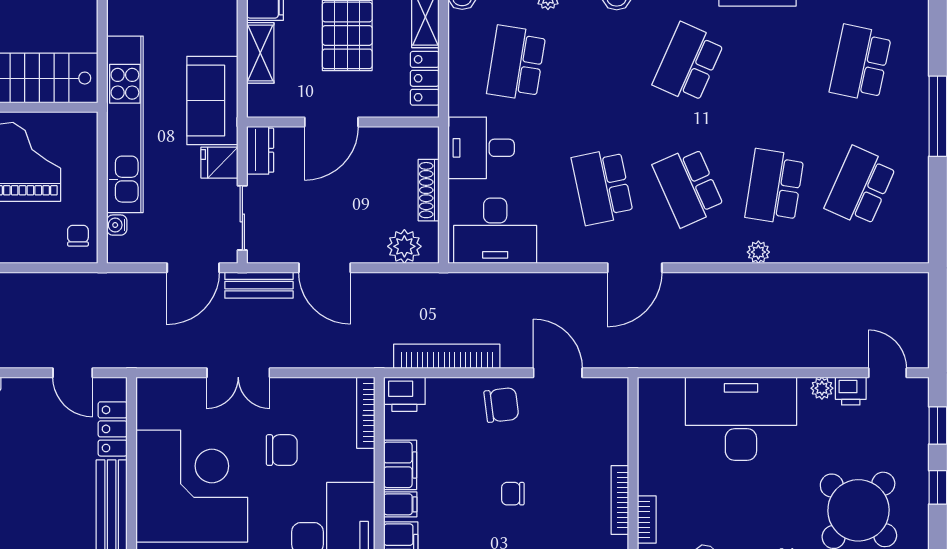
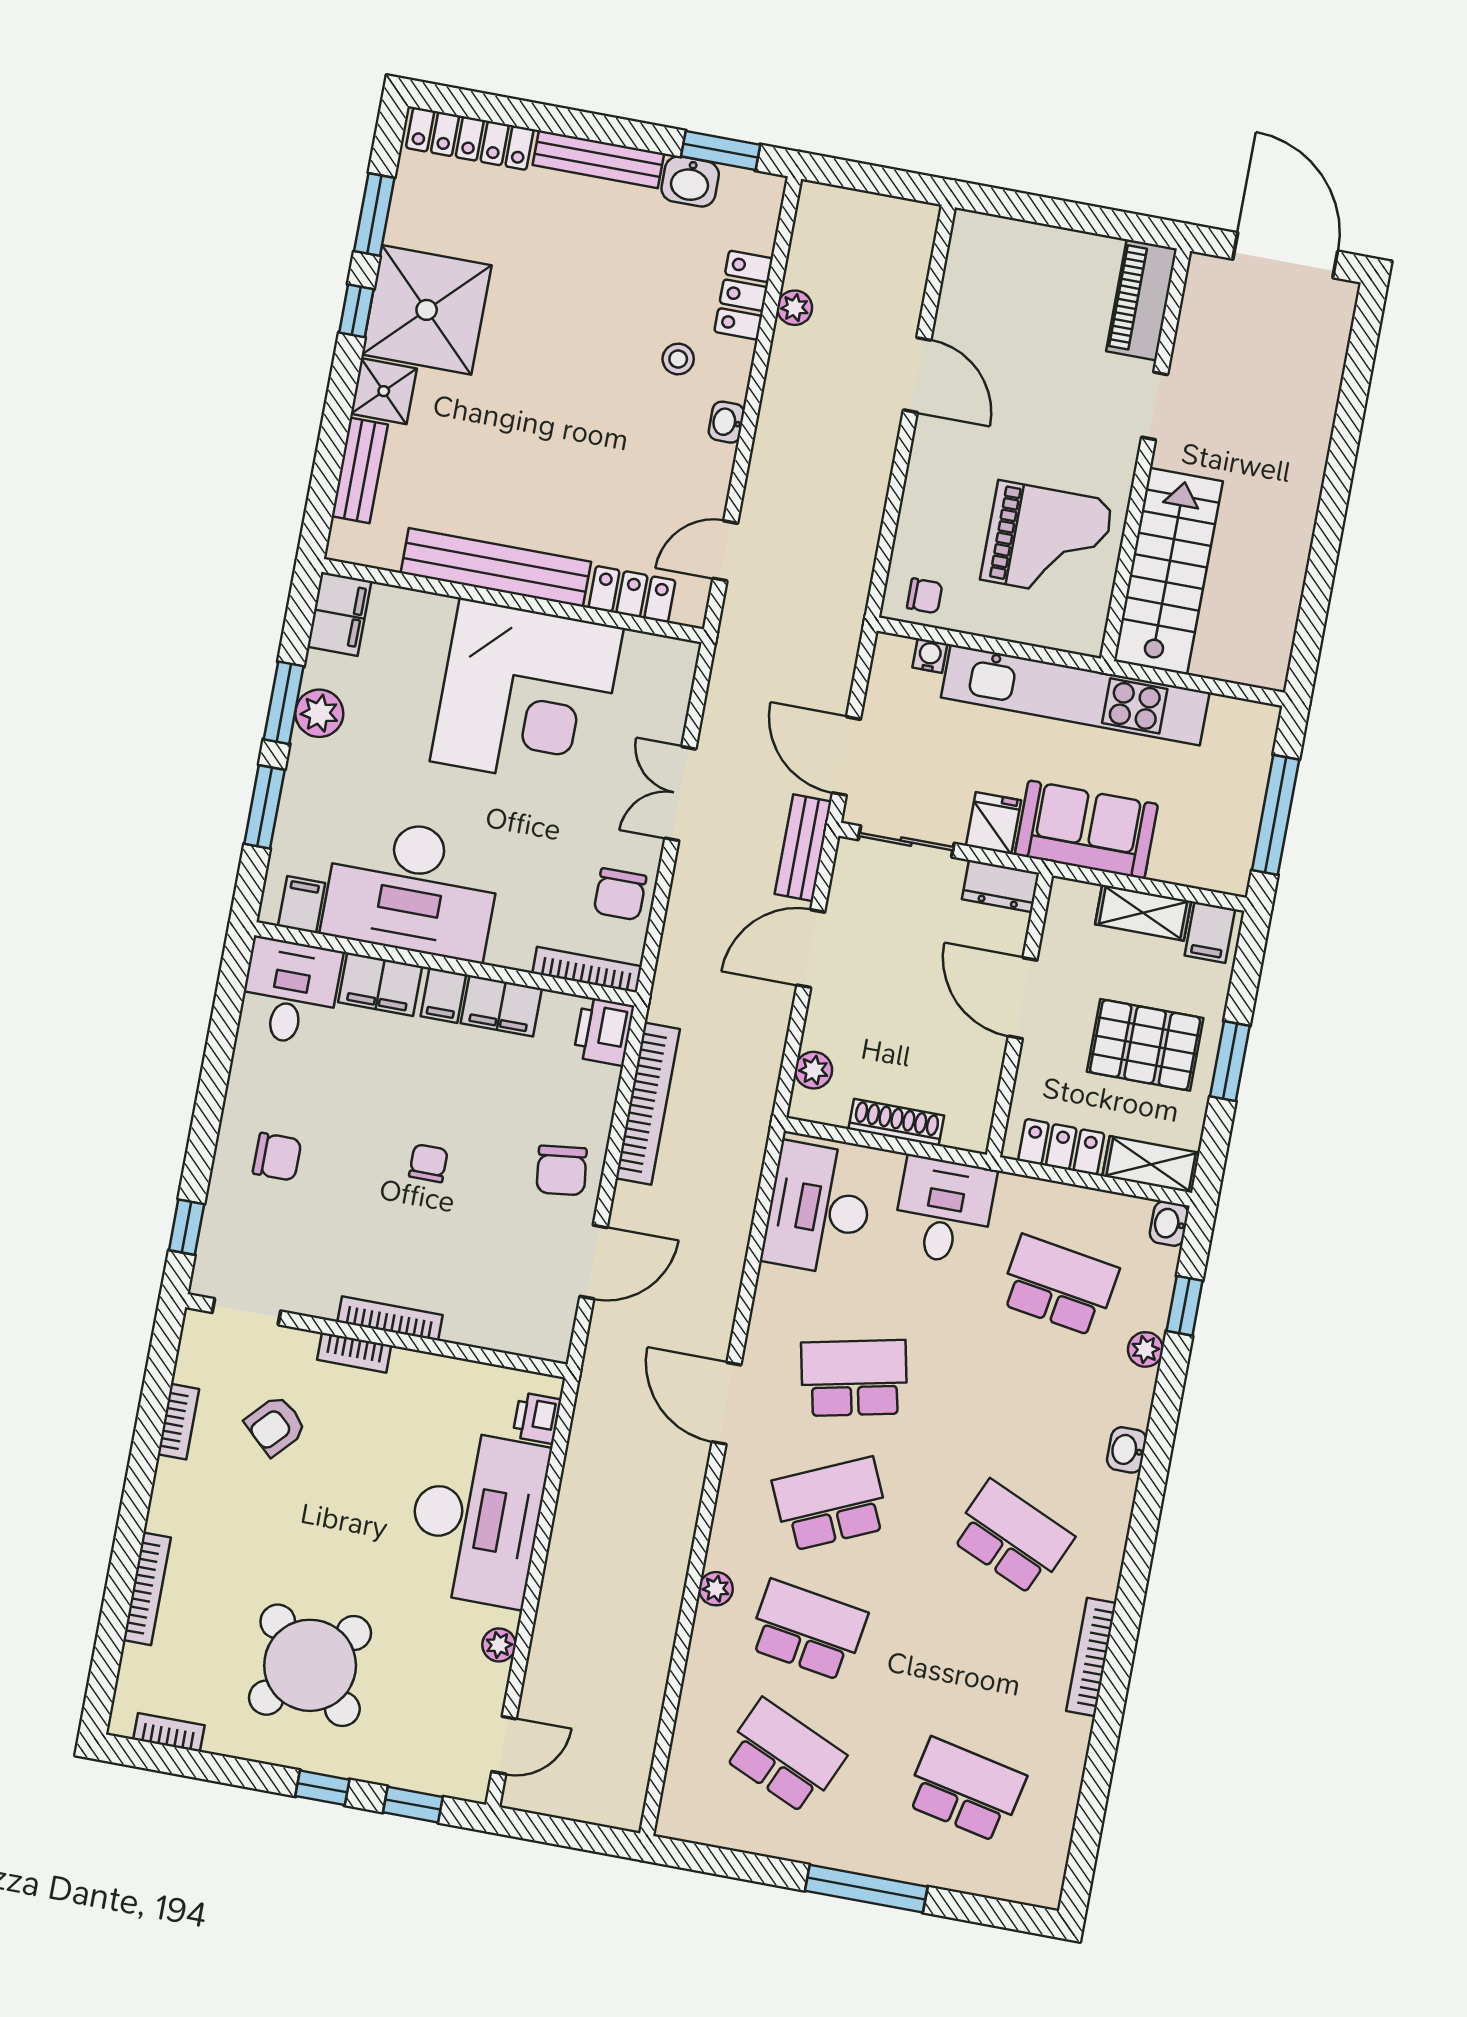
plant: (404, 246) -> (814, 1070), width x0.73, depth x0.73
printer: (851, 391) -> (537, 1418), moved
chair: (282, 450) -> (620, 894), moved

